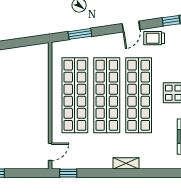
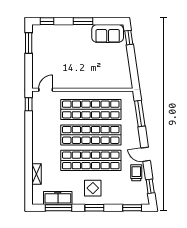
window: (80, 34) -> (140, 114), width x1.44
door: (50, 152) -> (46, 90), swing flipped
shelving: (126, 163) -> (36, 174), moved

